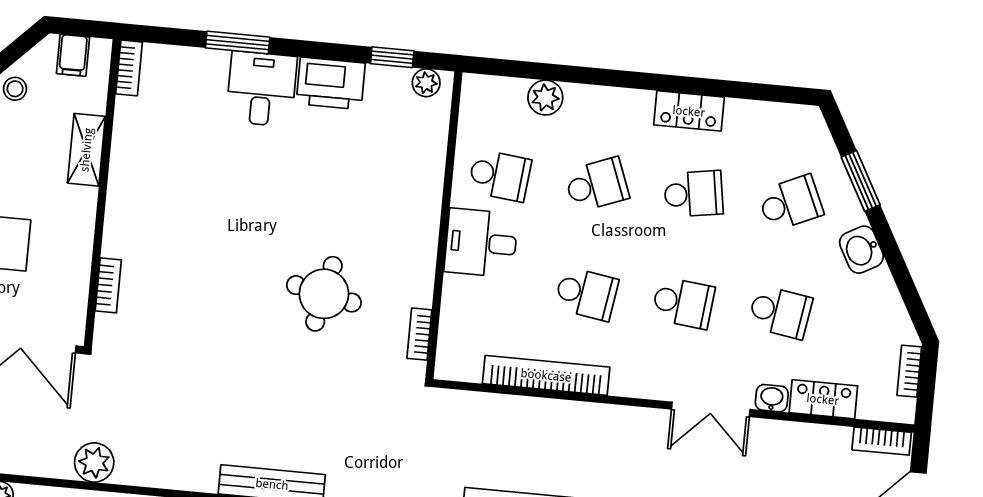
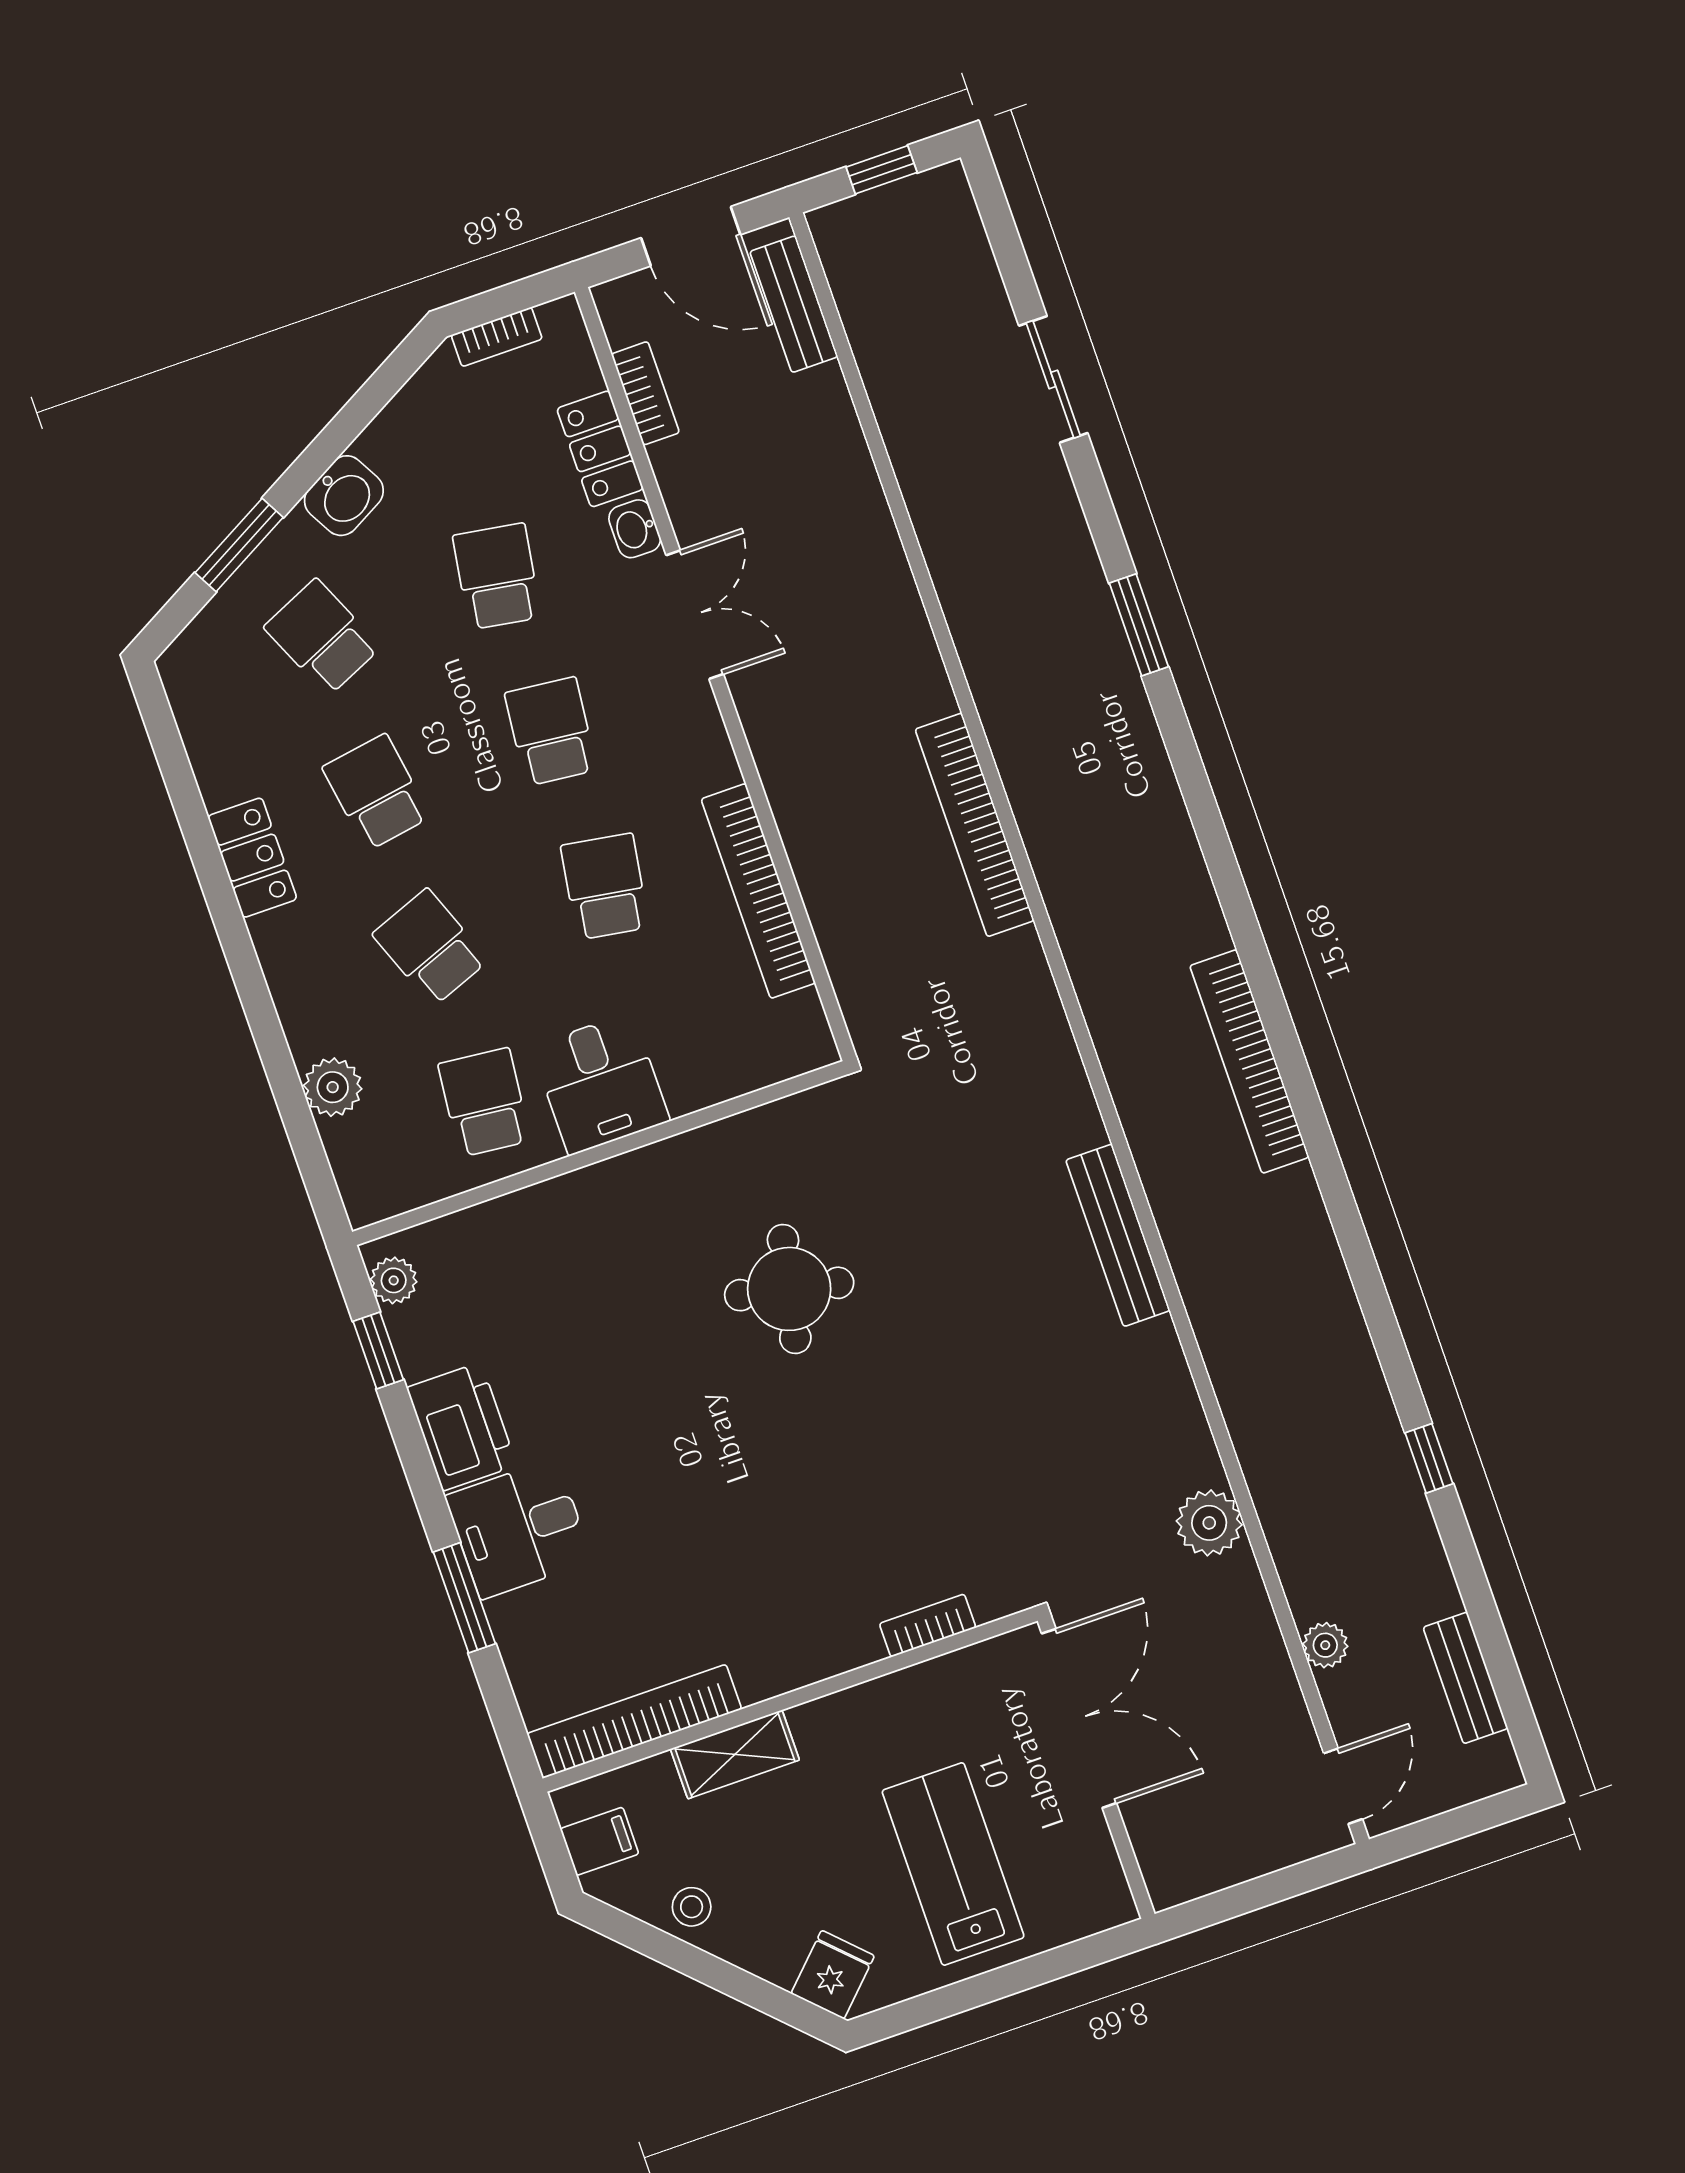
bookcase: (129, 68) -> (634, 1721), width x2.31, depth x1.31
bookcase: (419, 334) -> (784, 1114), removed
bookcase: (882, 441) -> (645, 393), moved

